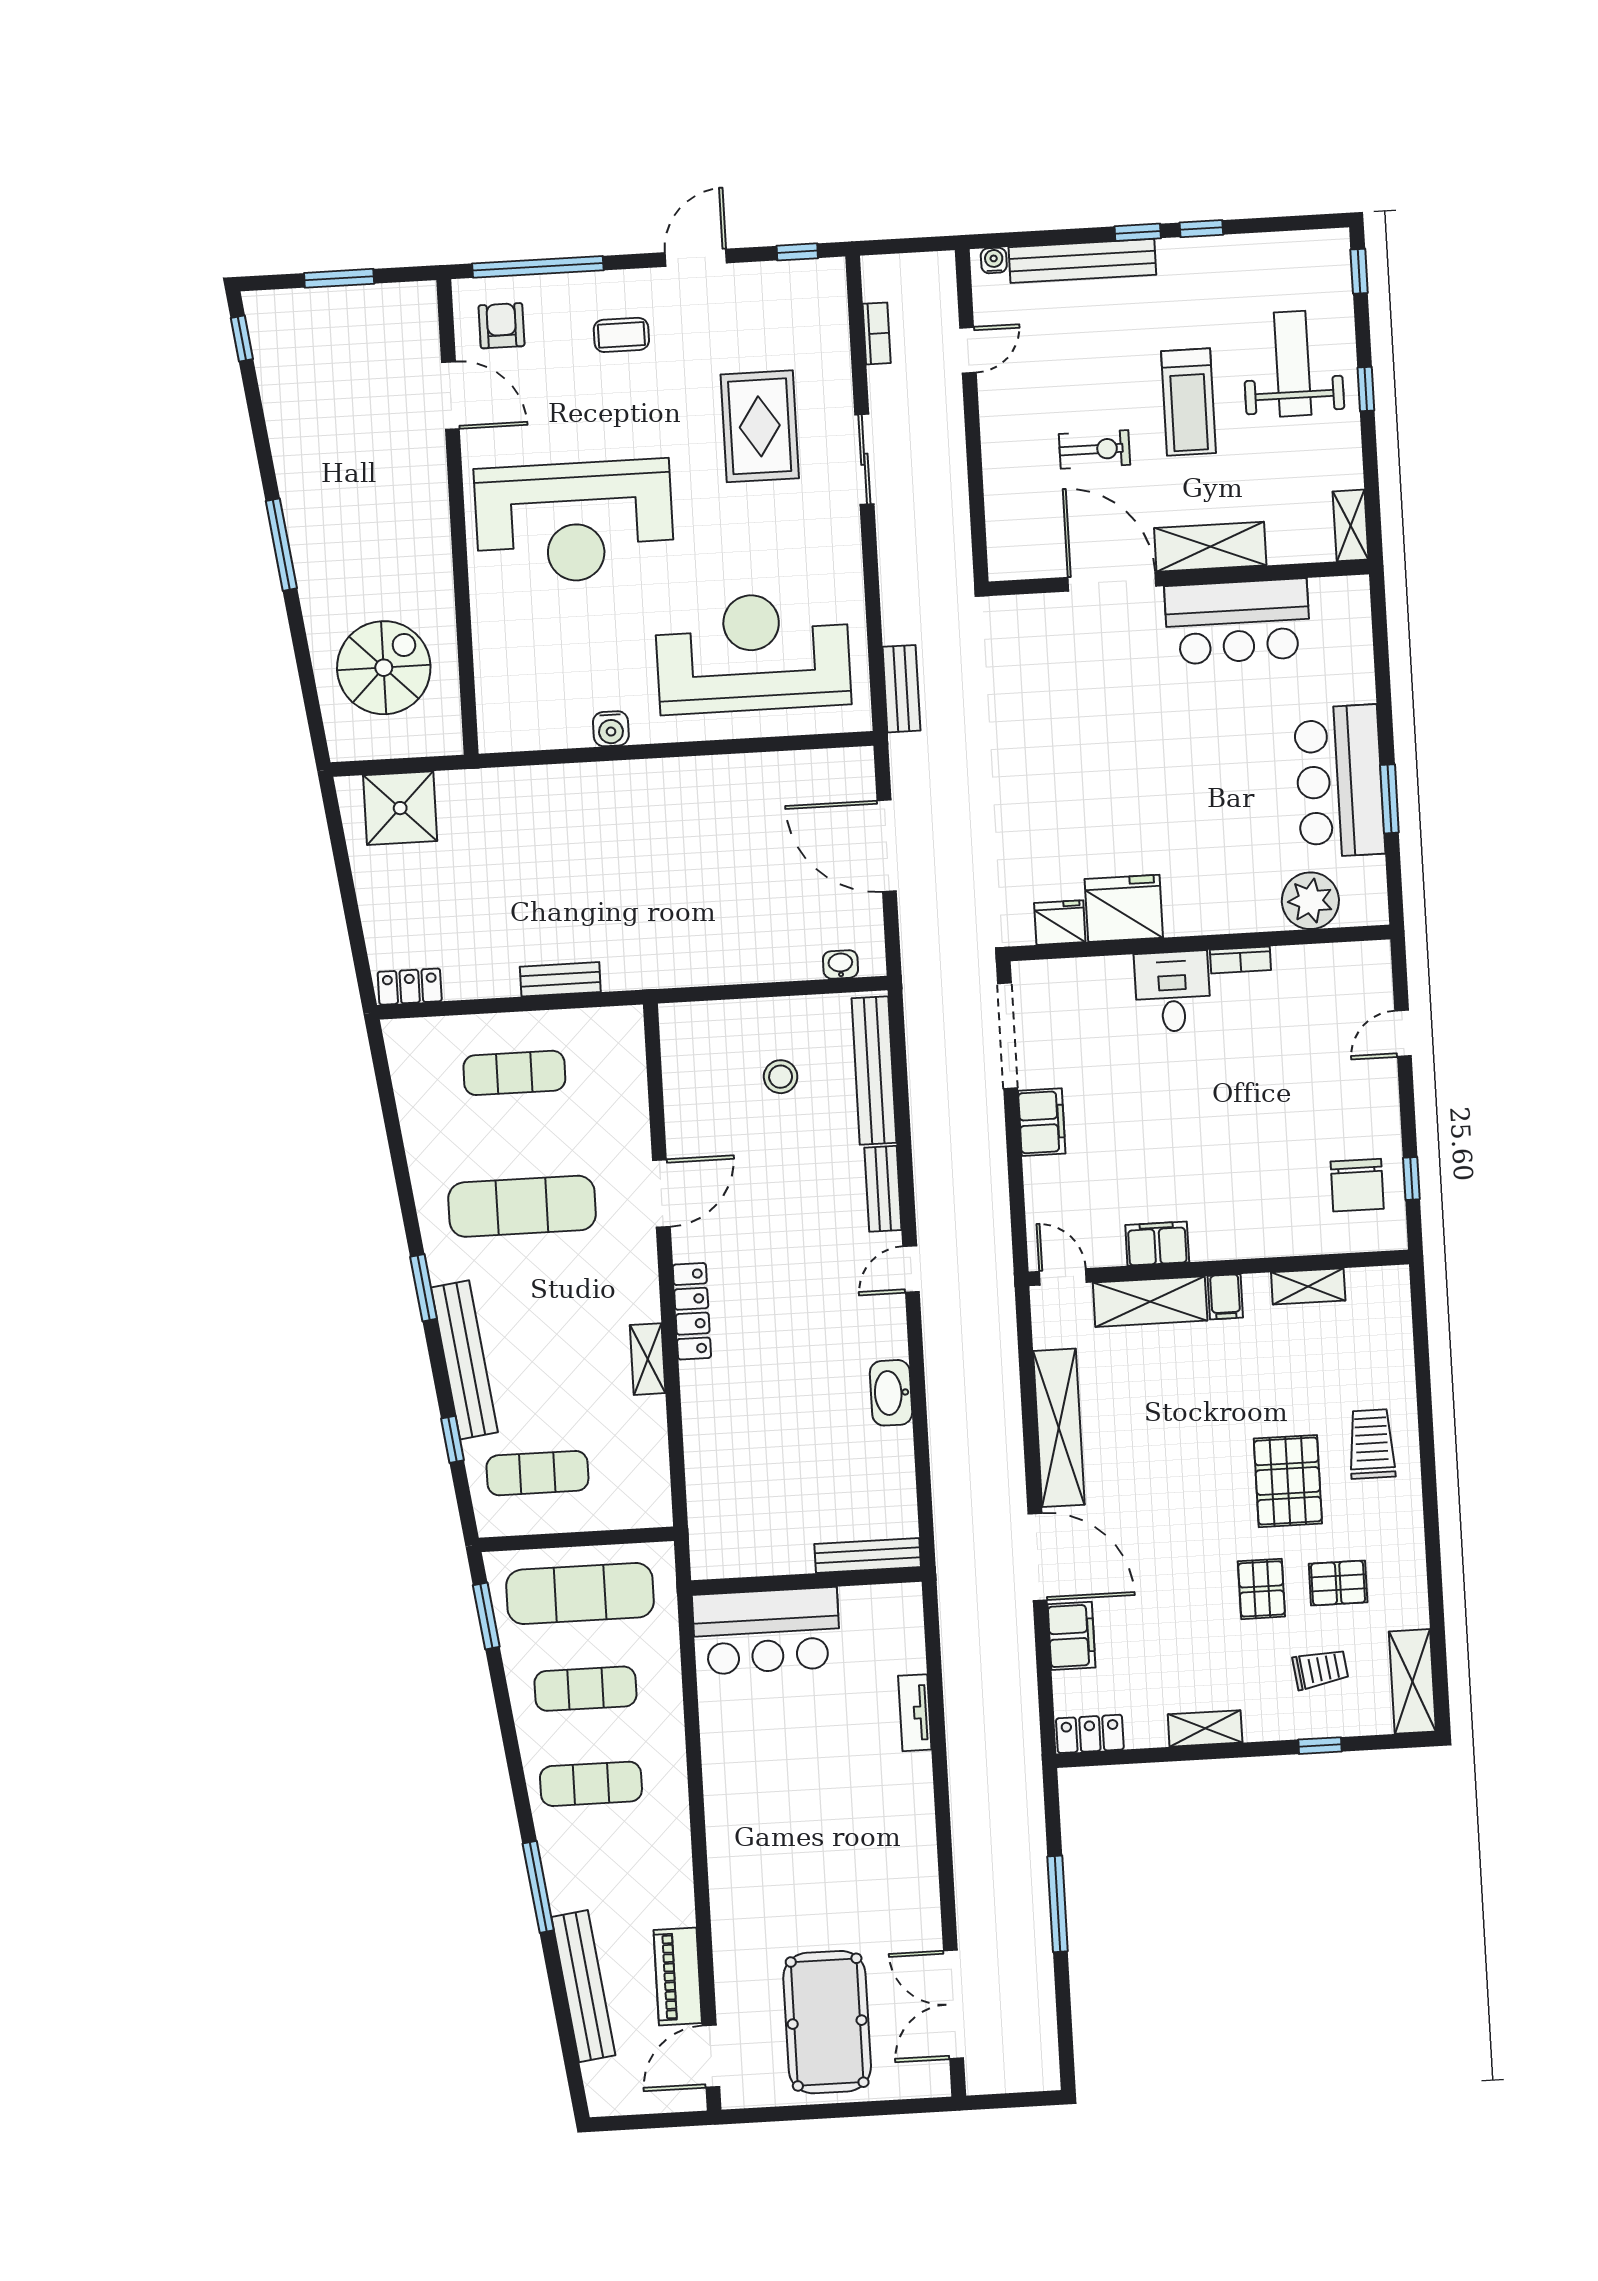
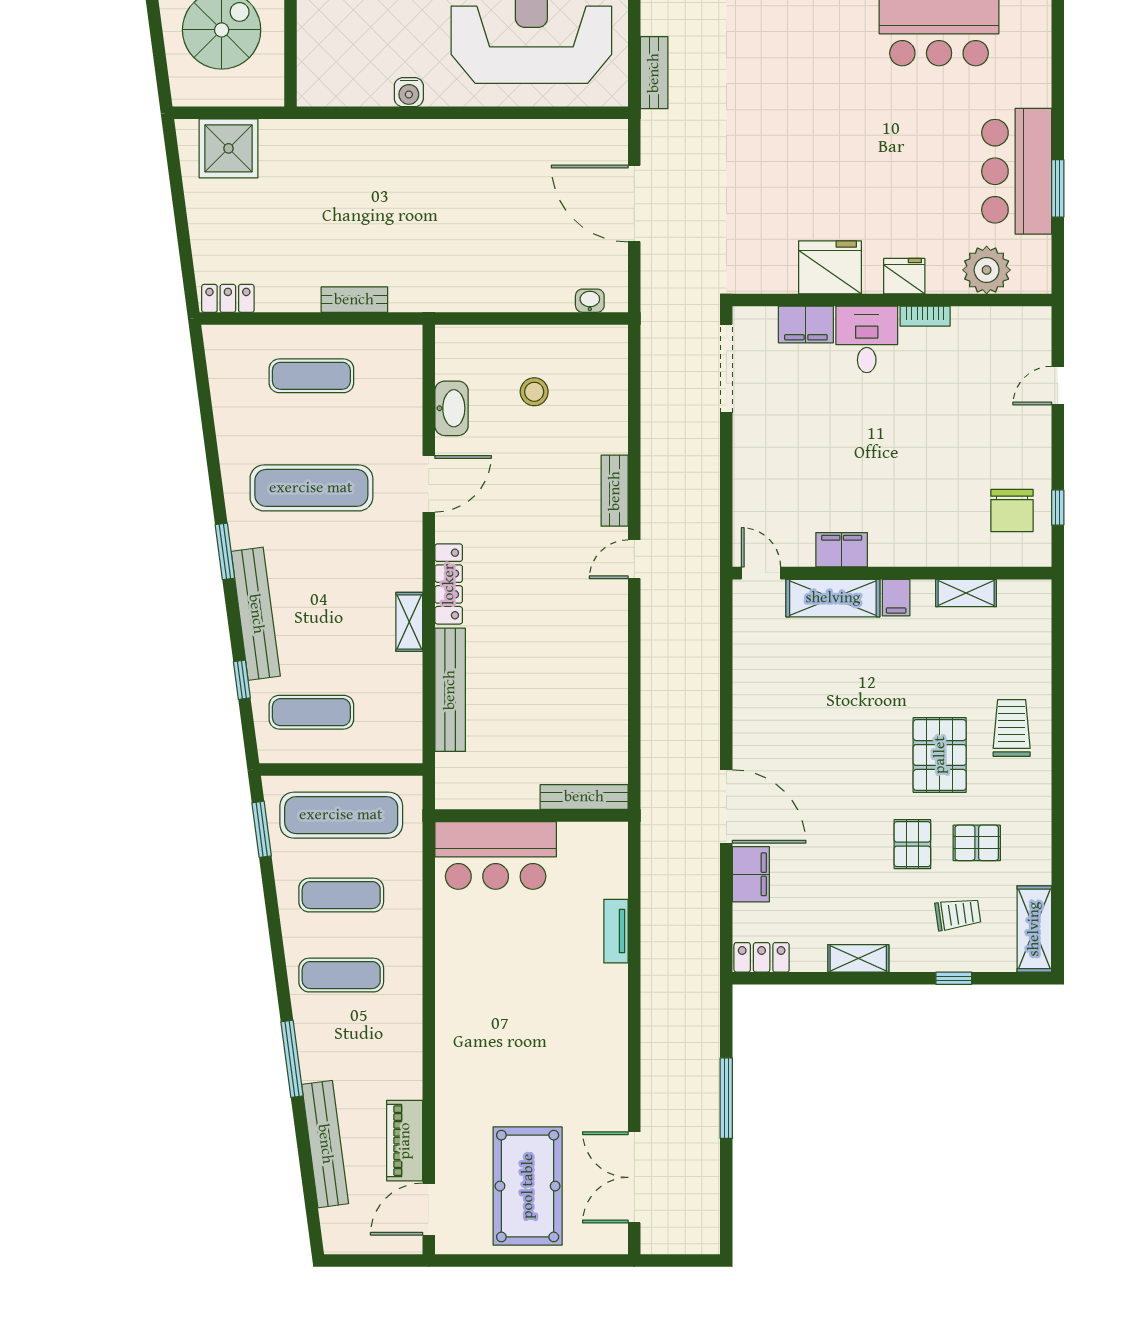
fridge: (1060, 923) -> (904, 276), moved
bench: (874, 1070) -> (450, 690), moved
filing cabinet: (1042, 1122) -> (806, 324), moved, turned 90
washbasin: (891, 1393) -> (451, 408), moved, turned 180
shelving: (1059, 1428) -> (750, 699), removed

